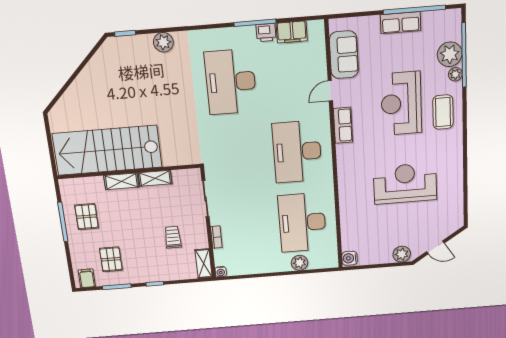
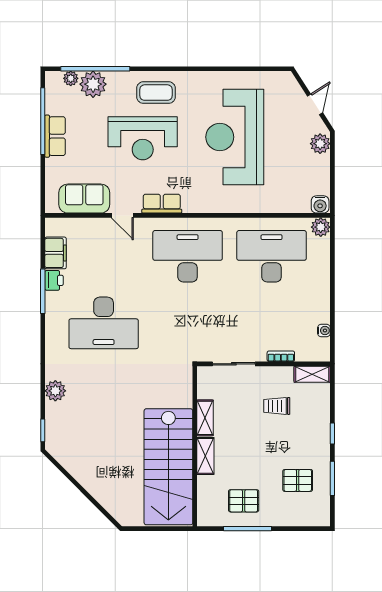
plant: (455, 74) -> (71, 78), moved
desk: (297, 152) -> (188, 256), turned 180
reception desk: (405, 183) -> (235, 137), width x1.36, depth x1.30
desk: (302, 223) -> (272, 256), turned 180
plant: (300, 263) -> (321, 227), moved
water cooler: (221, 272) -> (324, 331), moved
filing cabinet: (87, 278) -> (319, 511), removed

